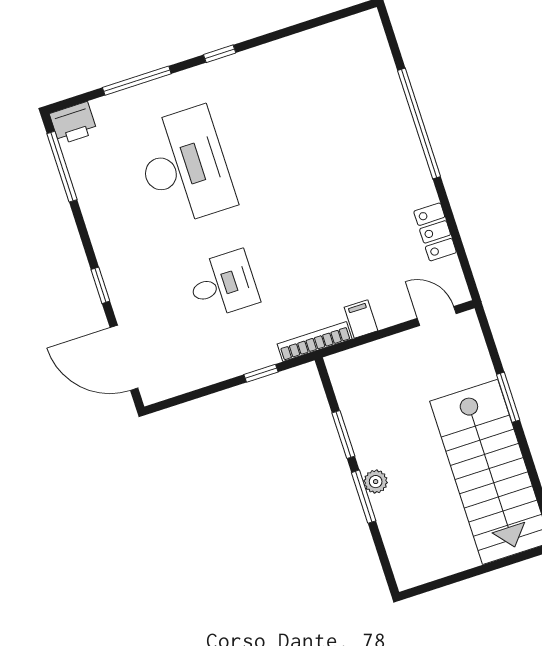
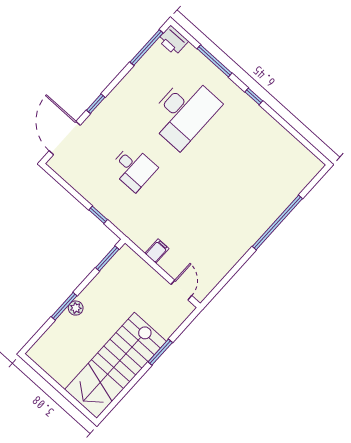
locker: (435, 232) -> (225, 264), removed
bookcase: (315, 341) -> (131, 233), removed
window: (343, 434) -> (107, 258), moved

